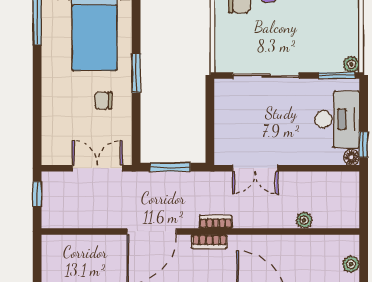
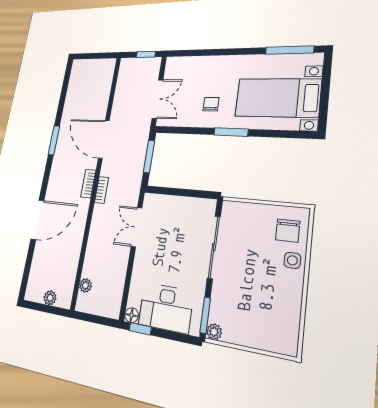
plant: (304, 220) -> (86, 285), moved

